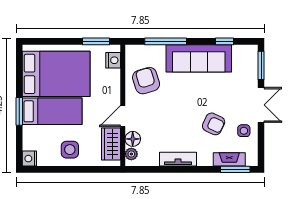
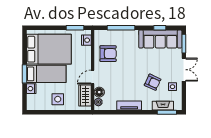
sofa: (199, 58) -> (160, 39), moved
armchair: (146, 81) -> (108, 54), turned 107
nightstand: (29, 159) -> (31, 89), moved

